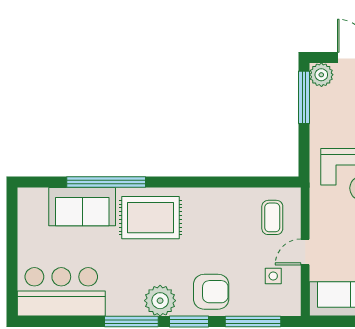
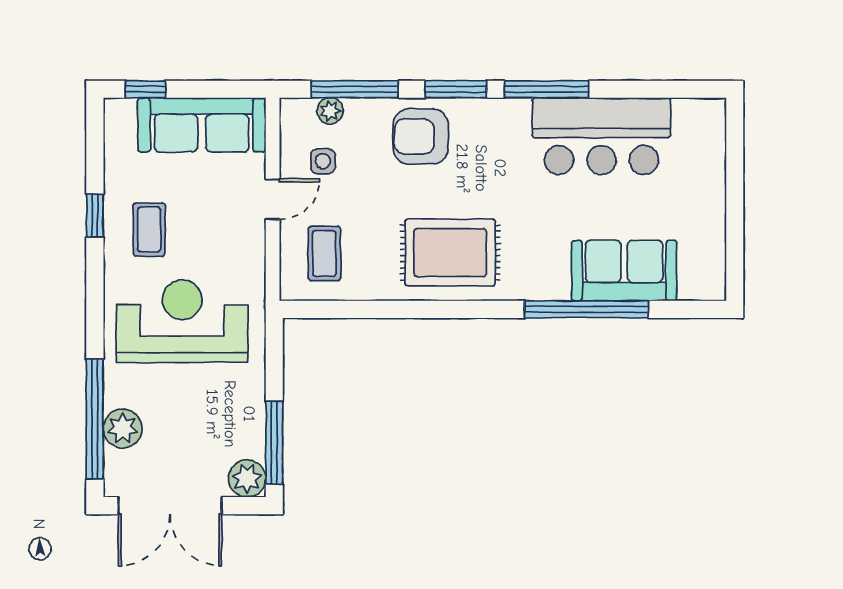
rug: (150, 218) -> (450, 253), moved
bar counter: (61, 292) -> (601, 136), moved
plant: (160, 301) -> (330, 111), moved, width x0.53, depth x0.53

